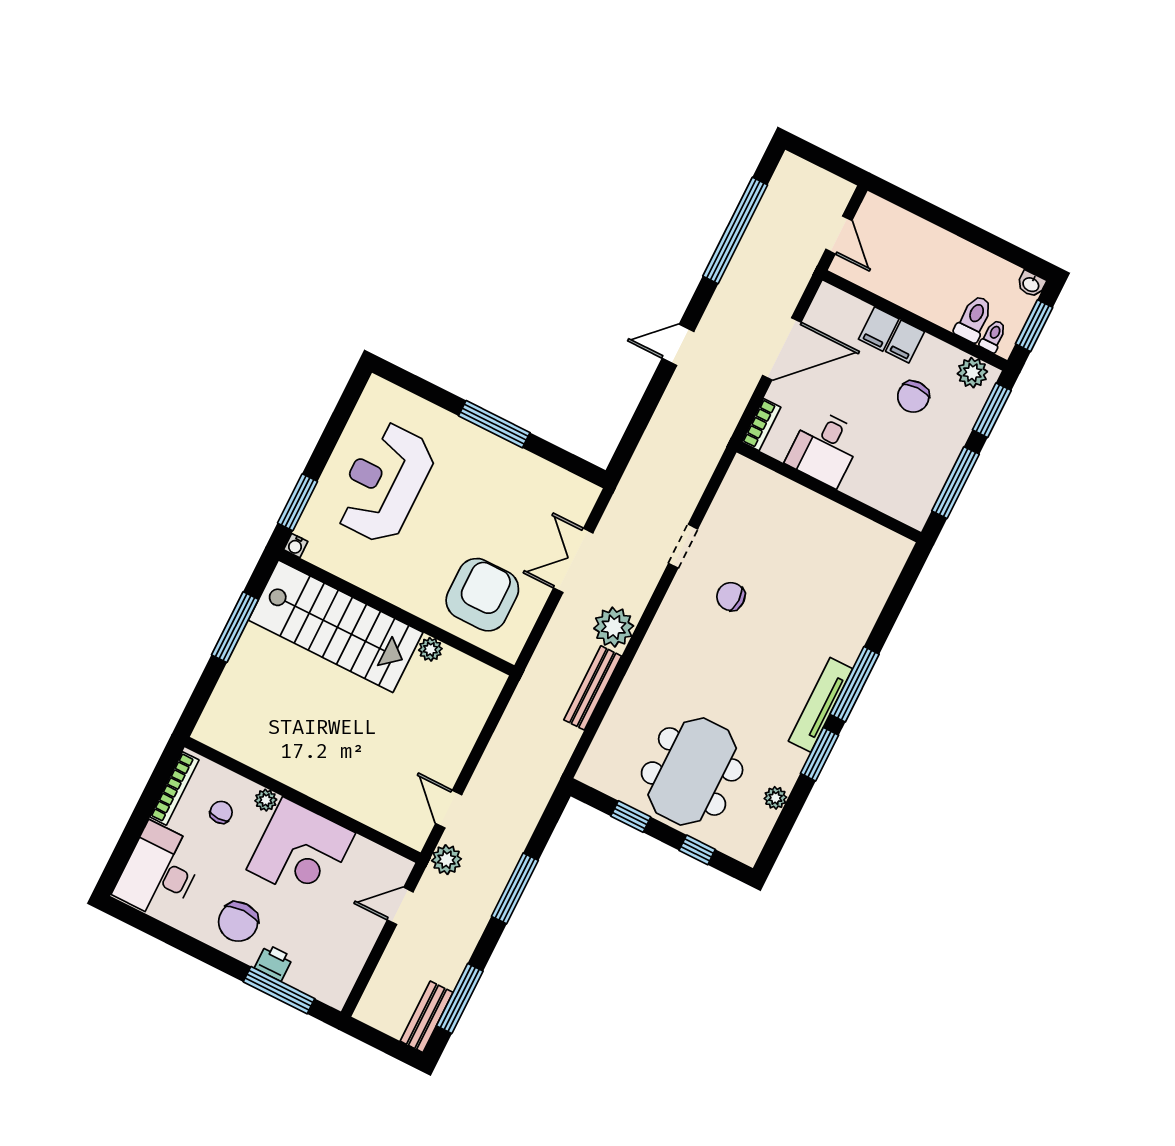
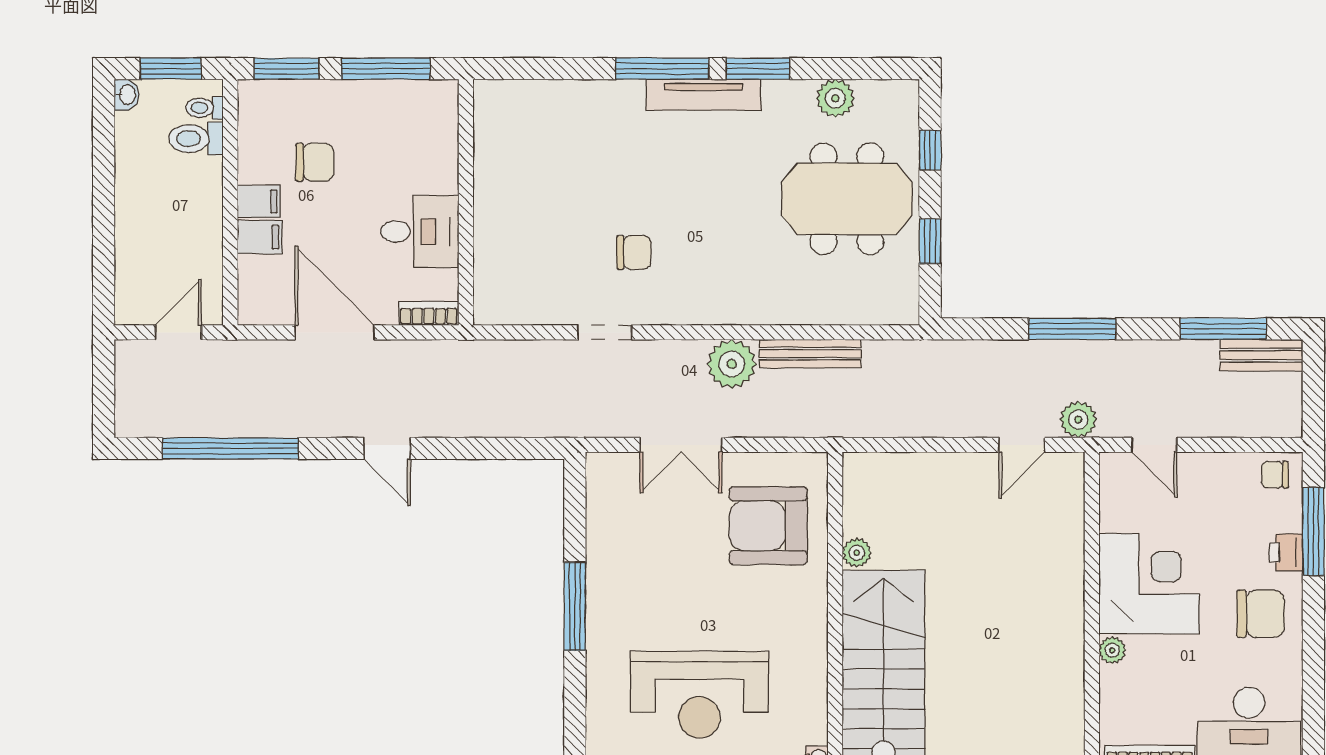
plant: (972, 373) -> (256, 111), removed
chair: (731, 597) -> (634, 252), turned -90
plant: (775, 798) -> (835, 98), width x1.38, depth x1.38
chair: (221, 812) -> (1275, 475), moved

